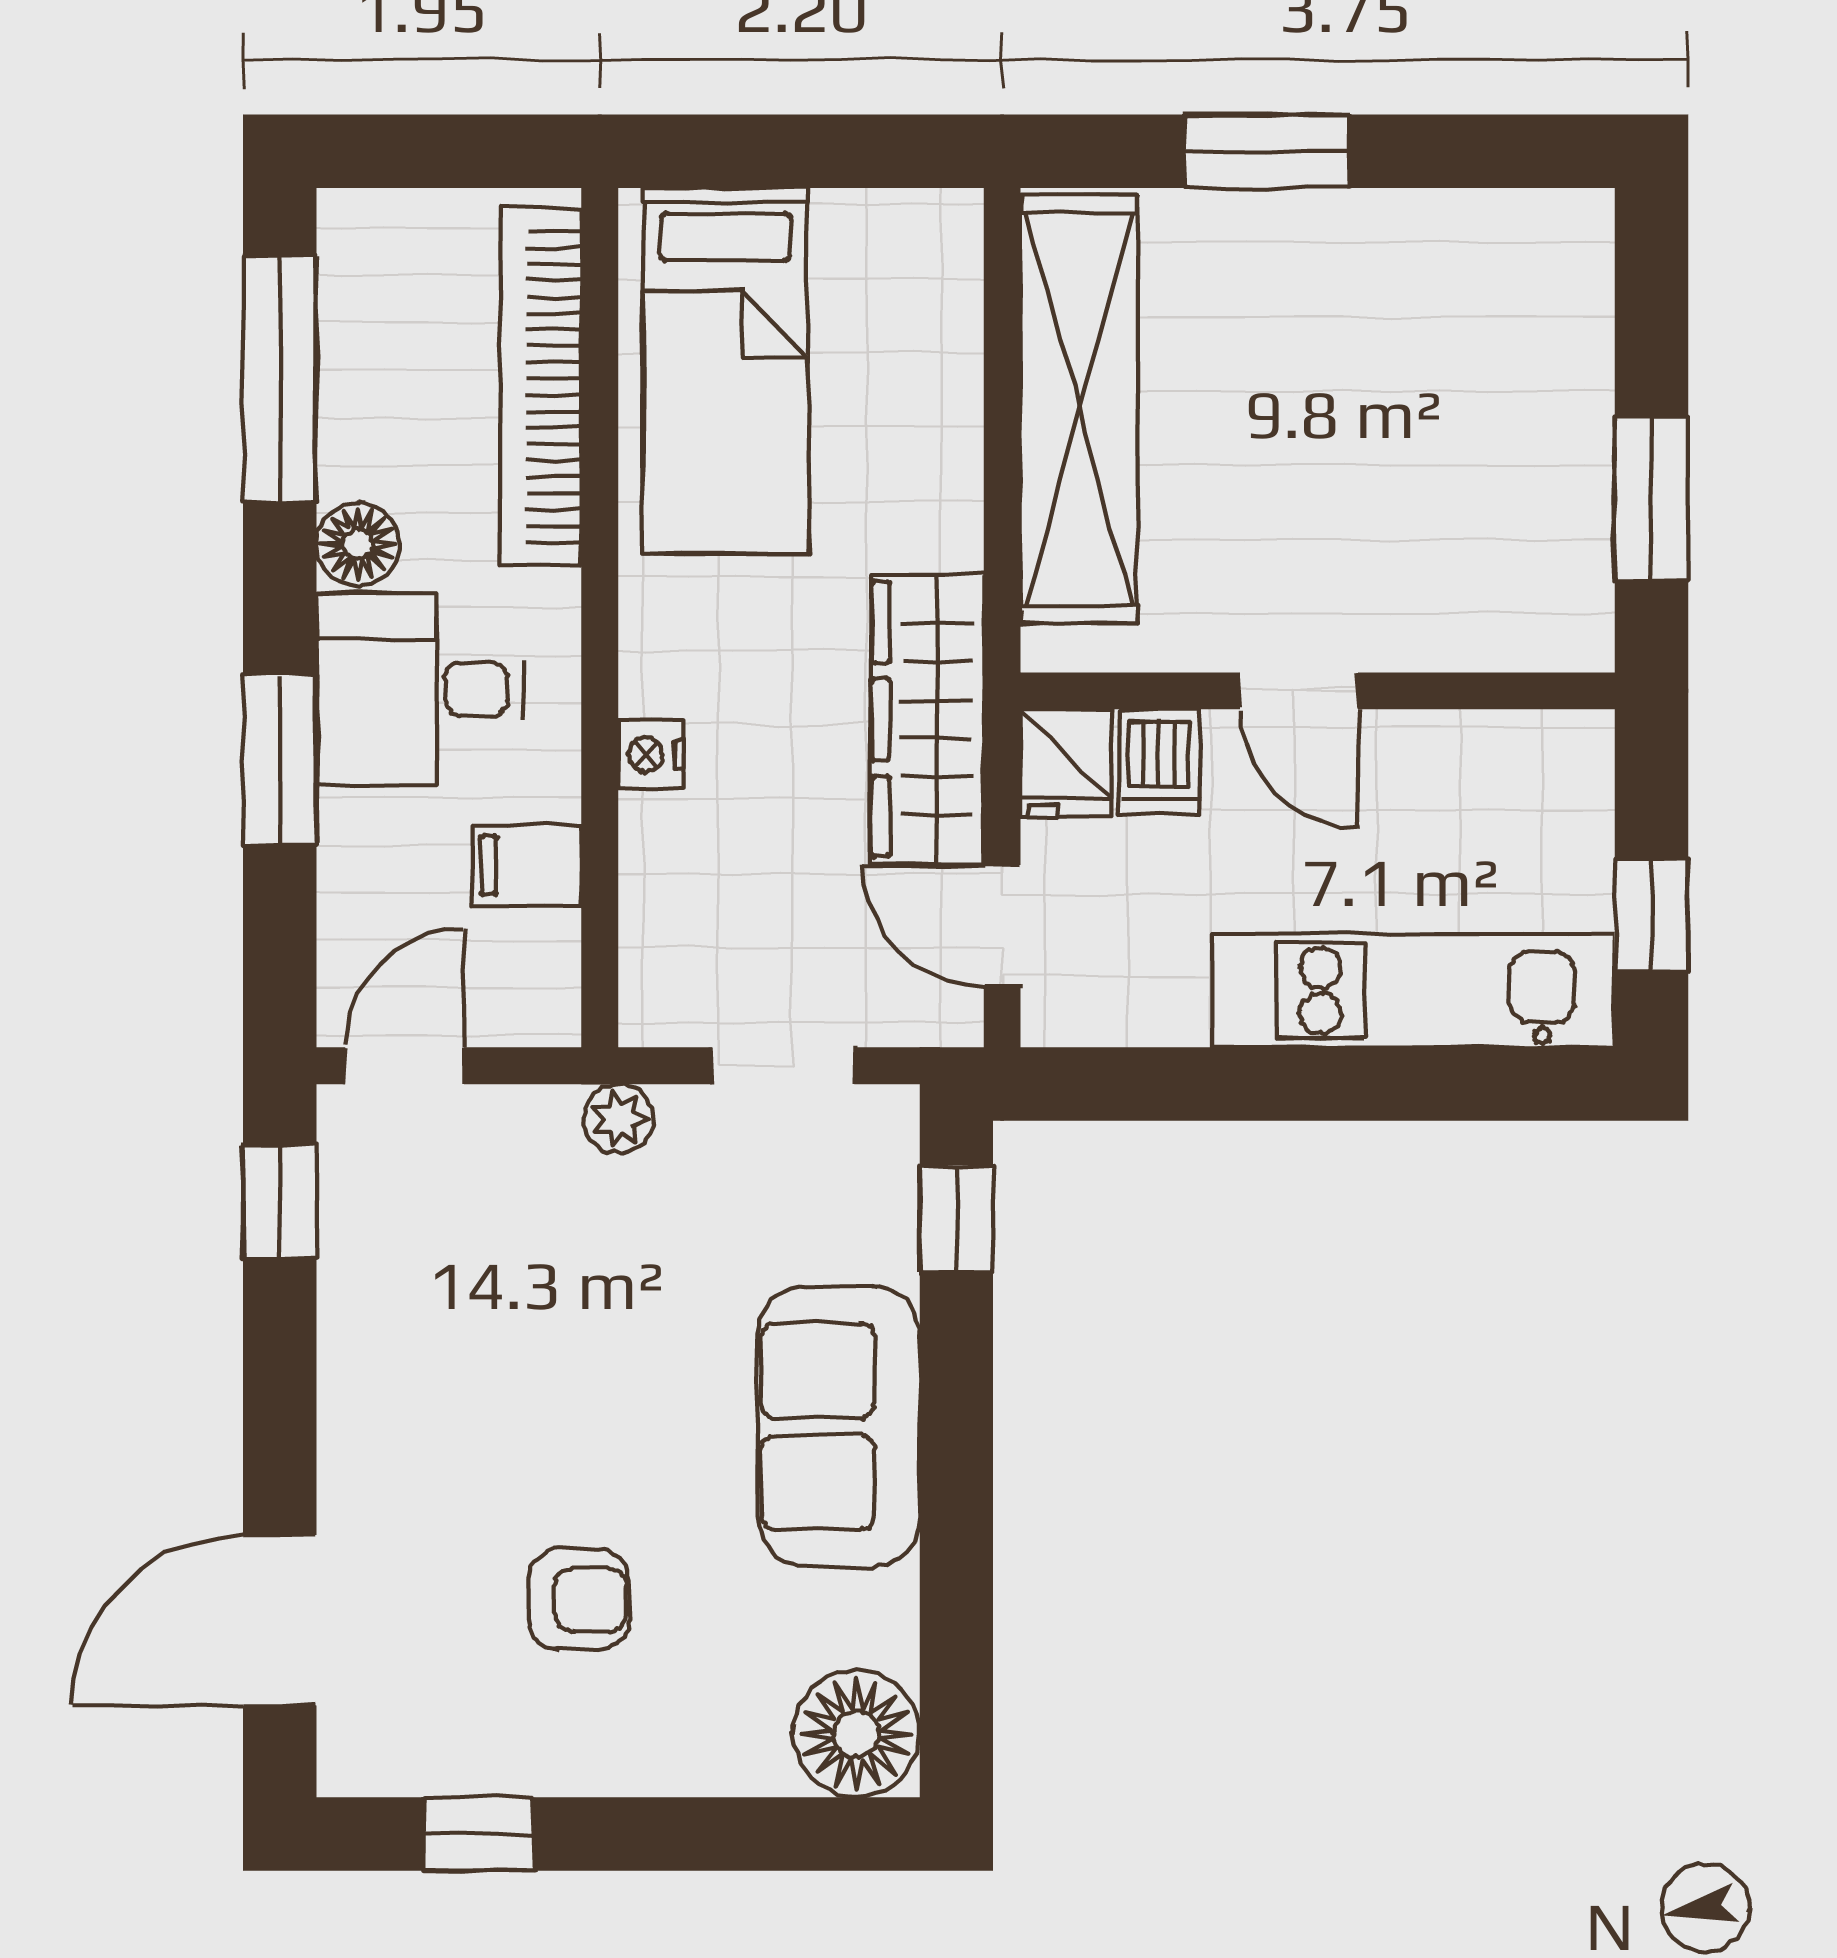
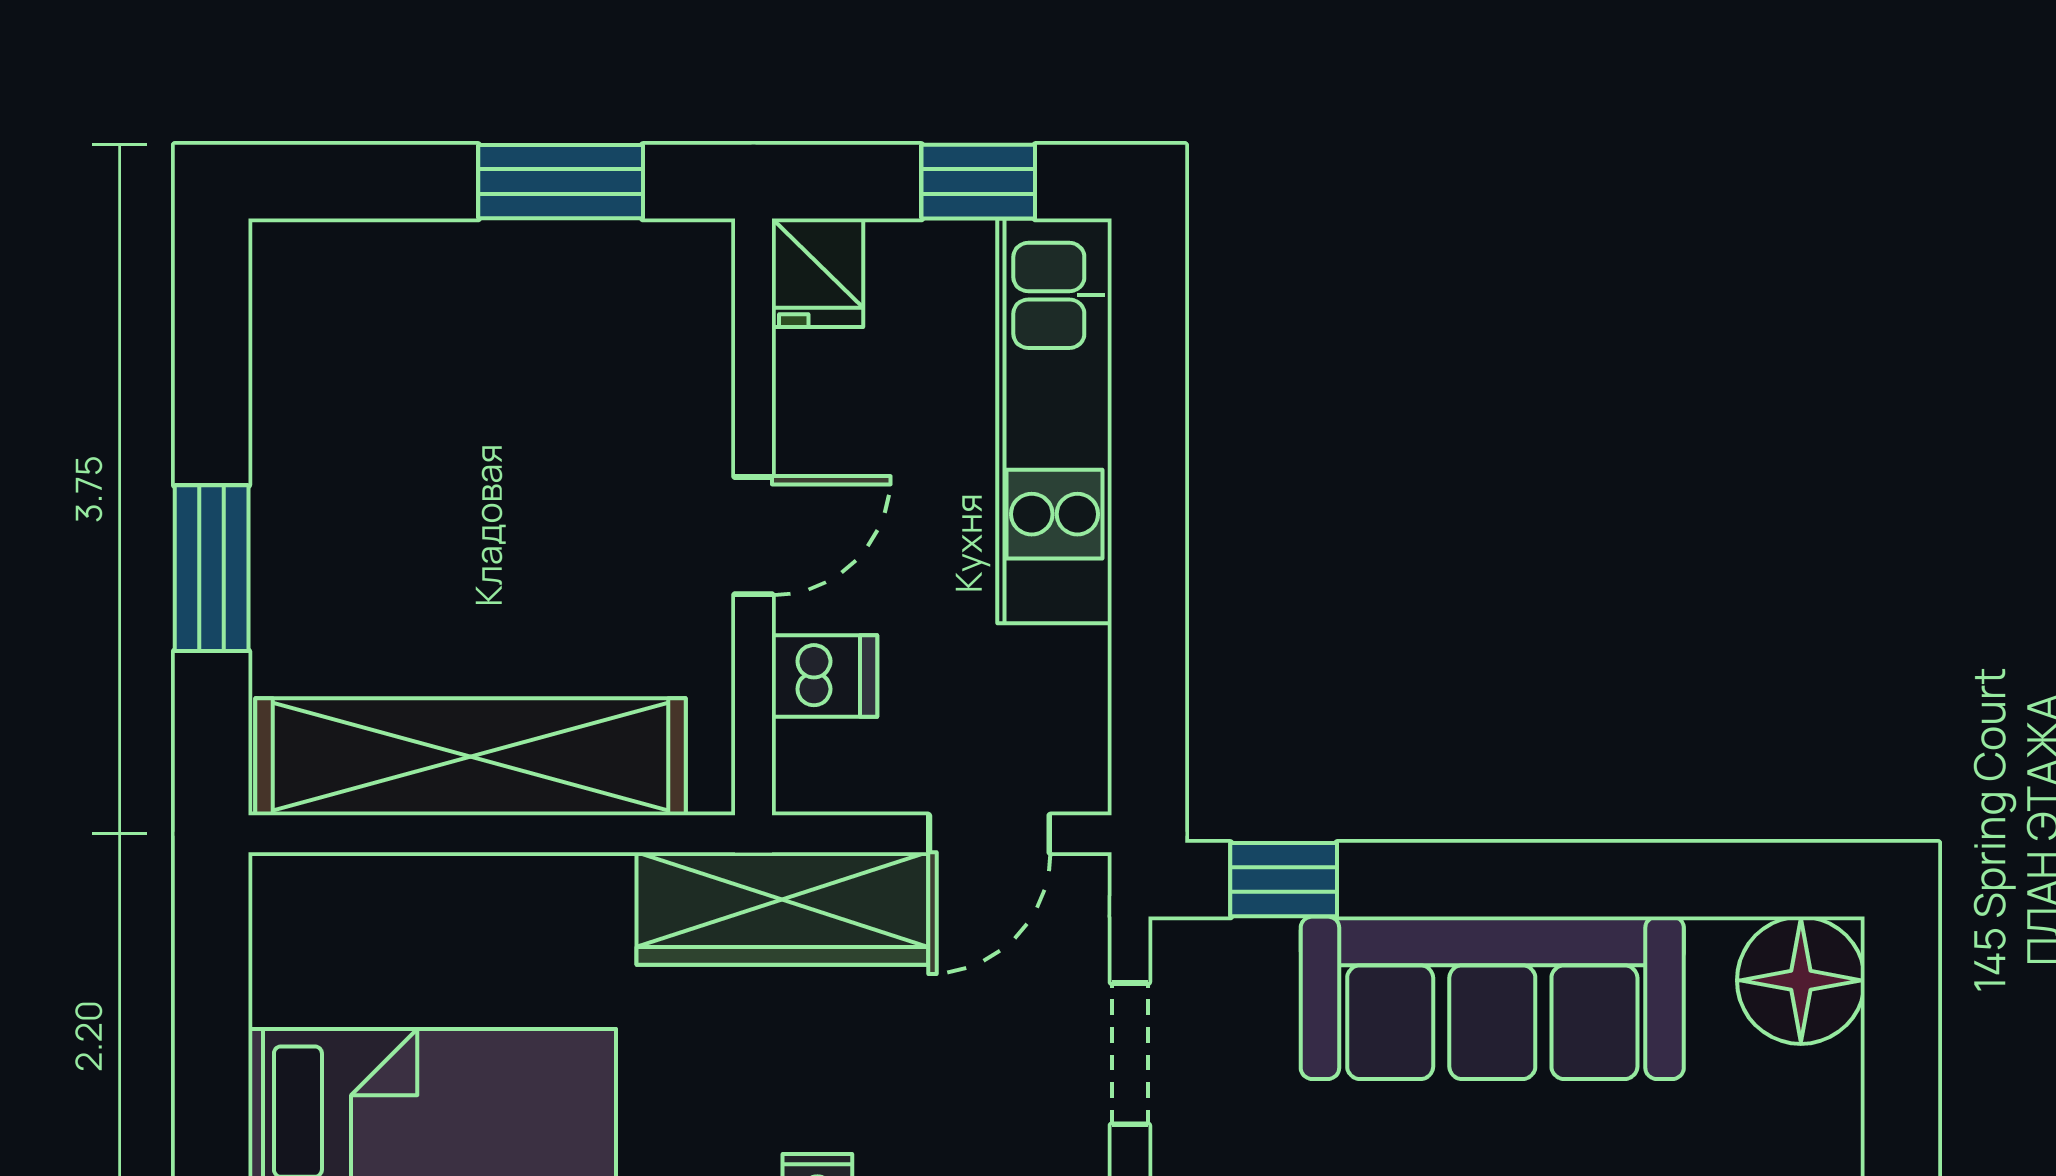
fridge: (1066, 763) -> (817, 273), moved, turned 90
sofa: (839, 1427) -> (1492, 998), width x1.36

